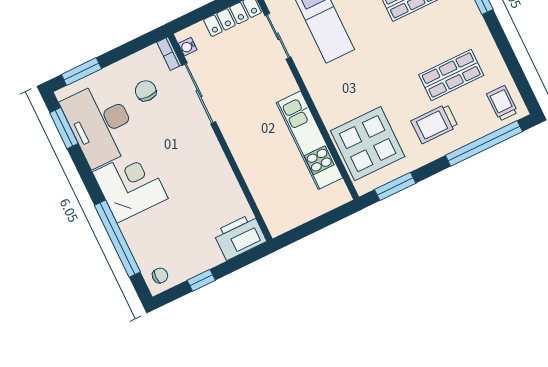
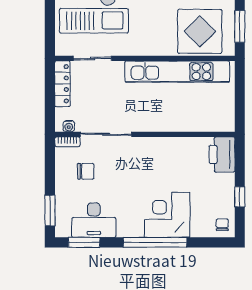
chair: (146, 91) -> (86, 171), turned 180
desk: (100, 124) -> (94, 220), width x0.73, depth x0.77
kitchen unit: (309, 140) -> (177, 72), width x1.36
corner desk: (130, 185) -> (167, 215), moved
window: (117, 239) -> (155, 242), moved

